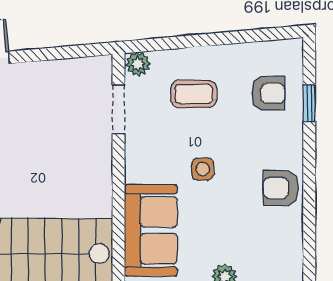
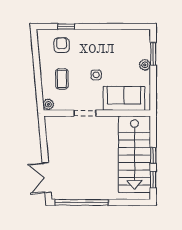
doorway: (119, 109) -> (85, 113), moved
armchair: (281, 188) -> (105, 39), removed

